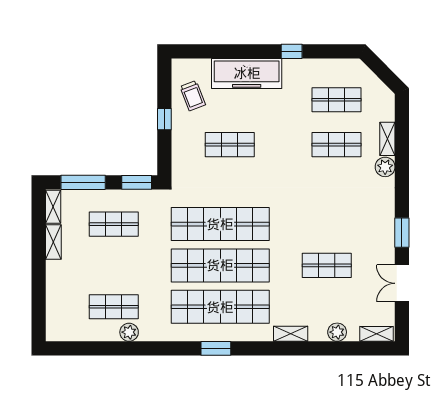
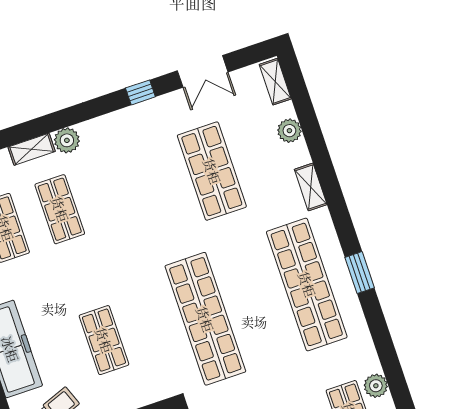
window: (402, 233) -> (140, 92), width x0.67
shop shelf: (220, 265) -> (256, 302), removed
shop shelf: (327, 265) -> (212, 171), width x1.43, depth x1.36

